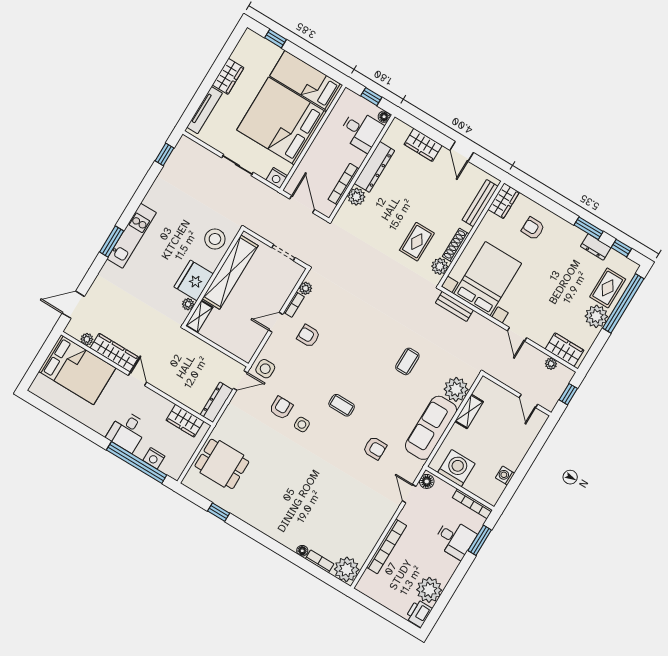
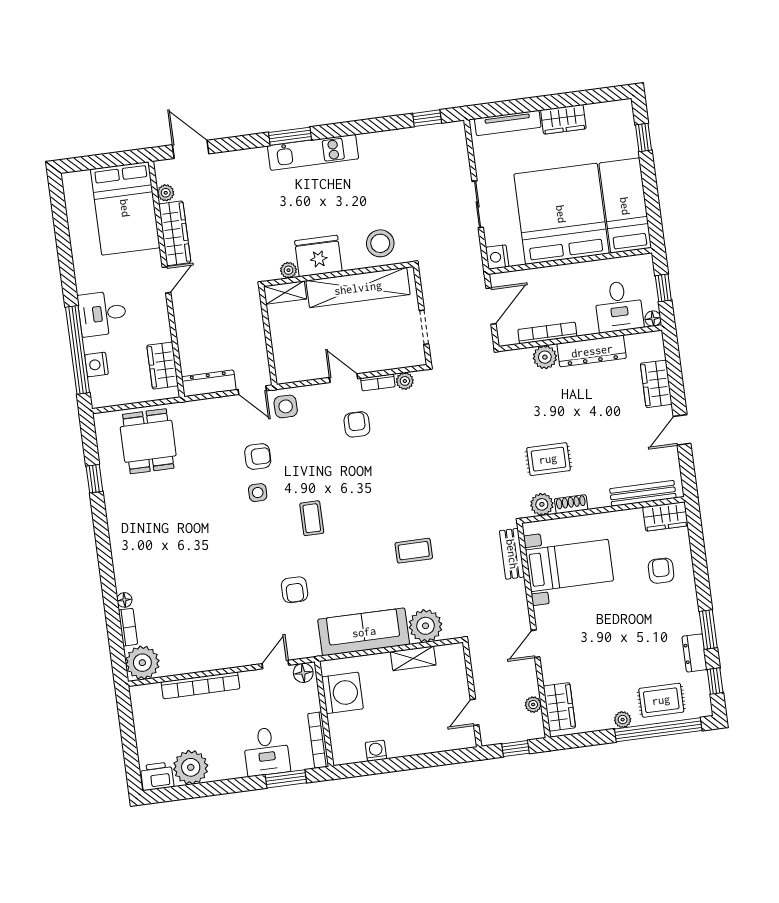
shoe rack: (456, 245) -> (571, 504), width x0.70
bed with nightstands: (488, 279) -> (569, 565), width x0.73
plant: (596, 316) -> (623, 720), width x0.53, depth x0.53

